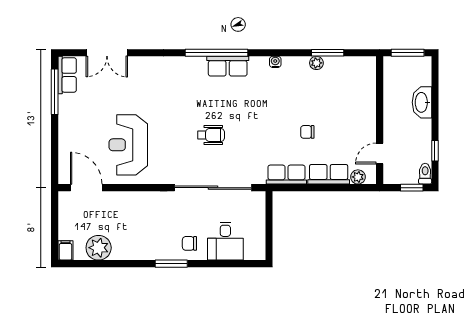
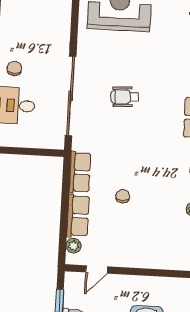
wheelchair: (211, 135) -> (125, 97), turned 86
door: (380, 153) -> (97, 269), swing flipped

